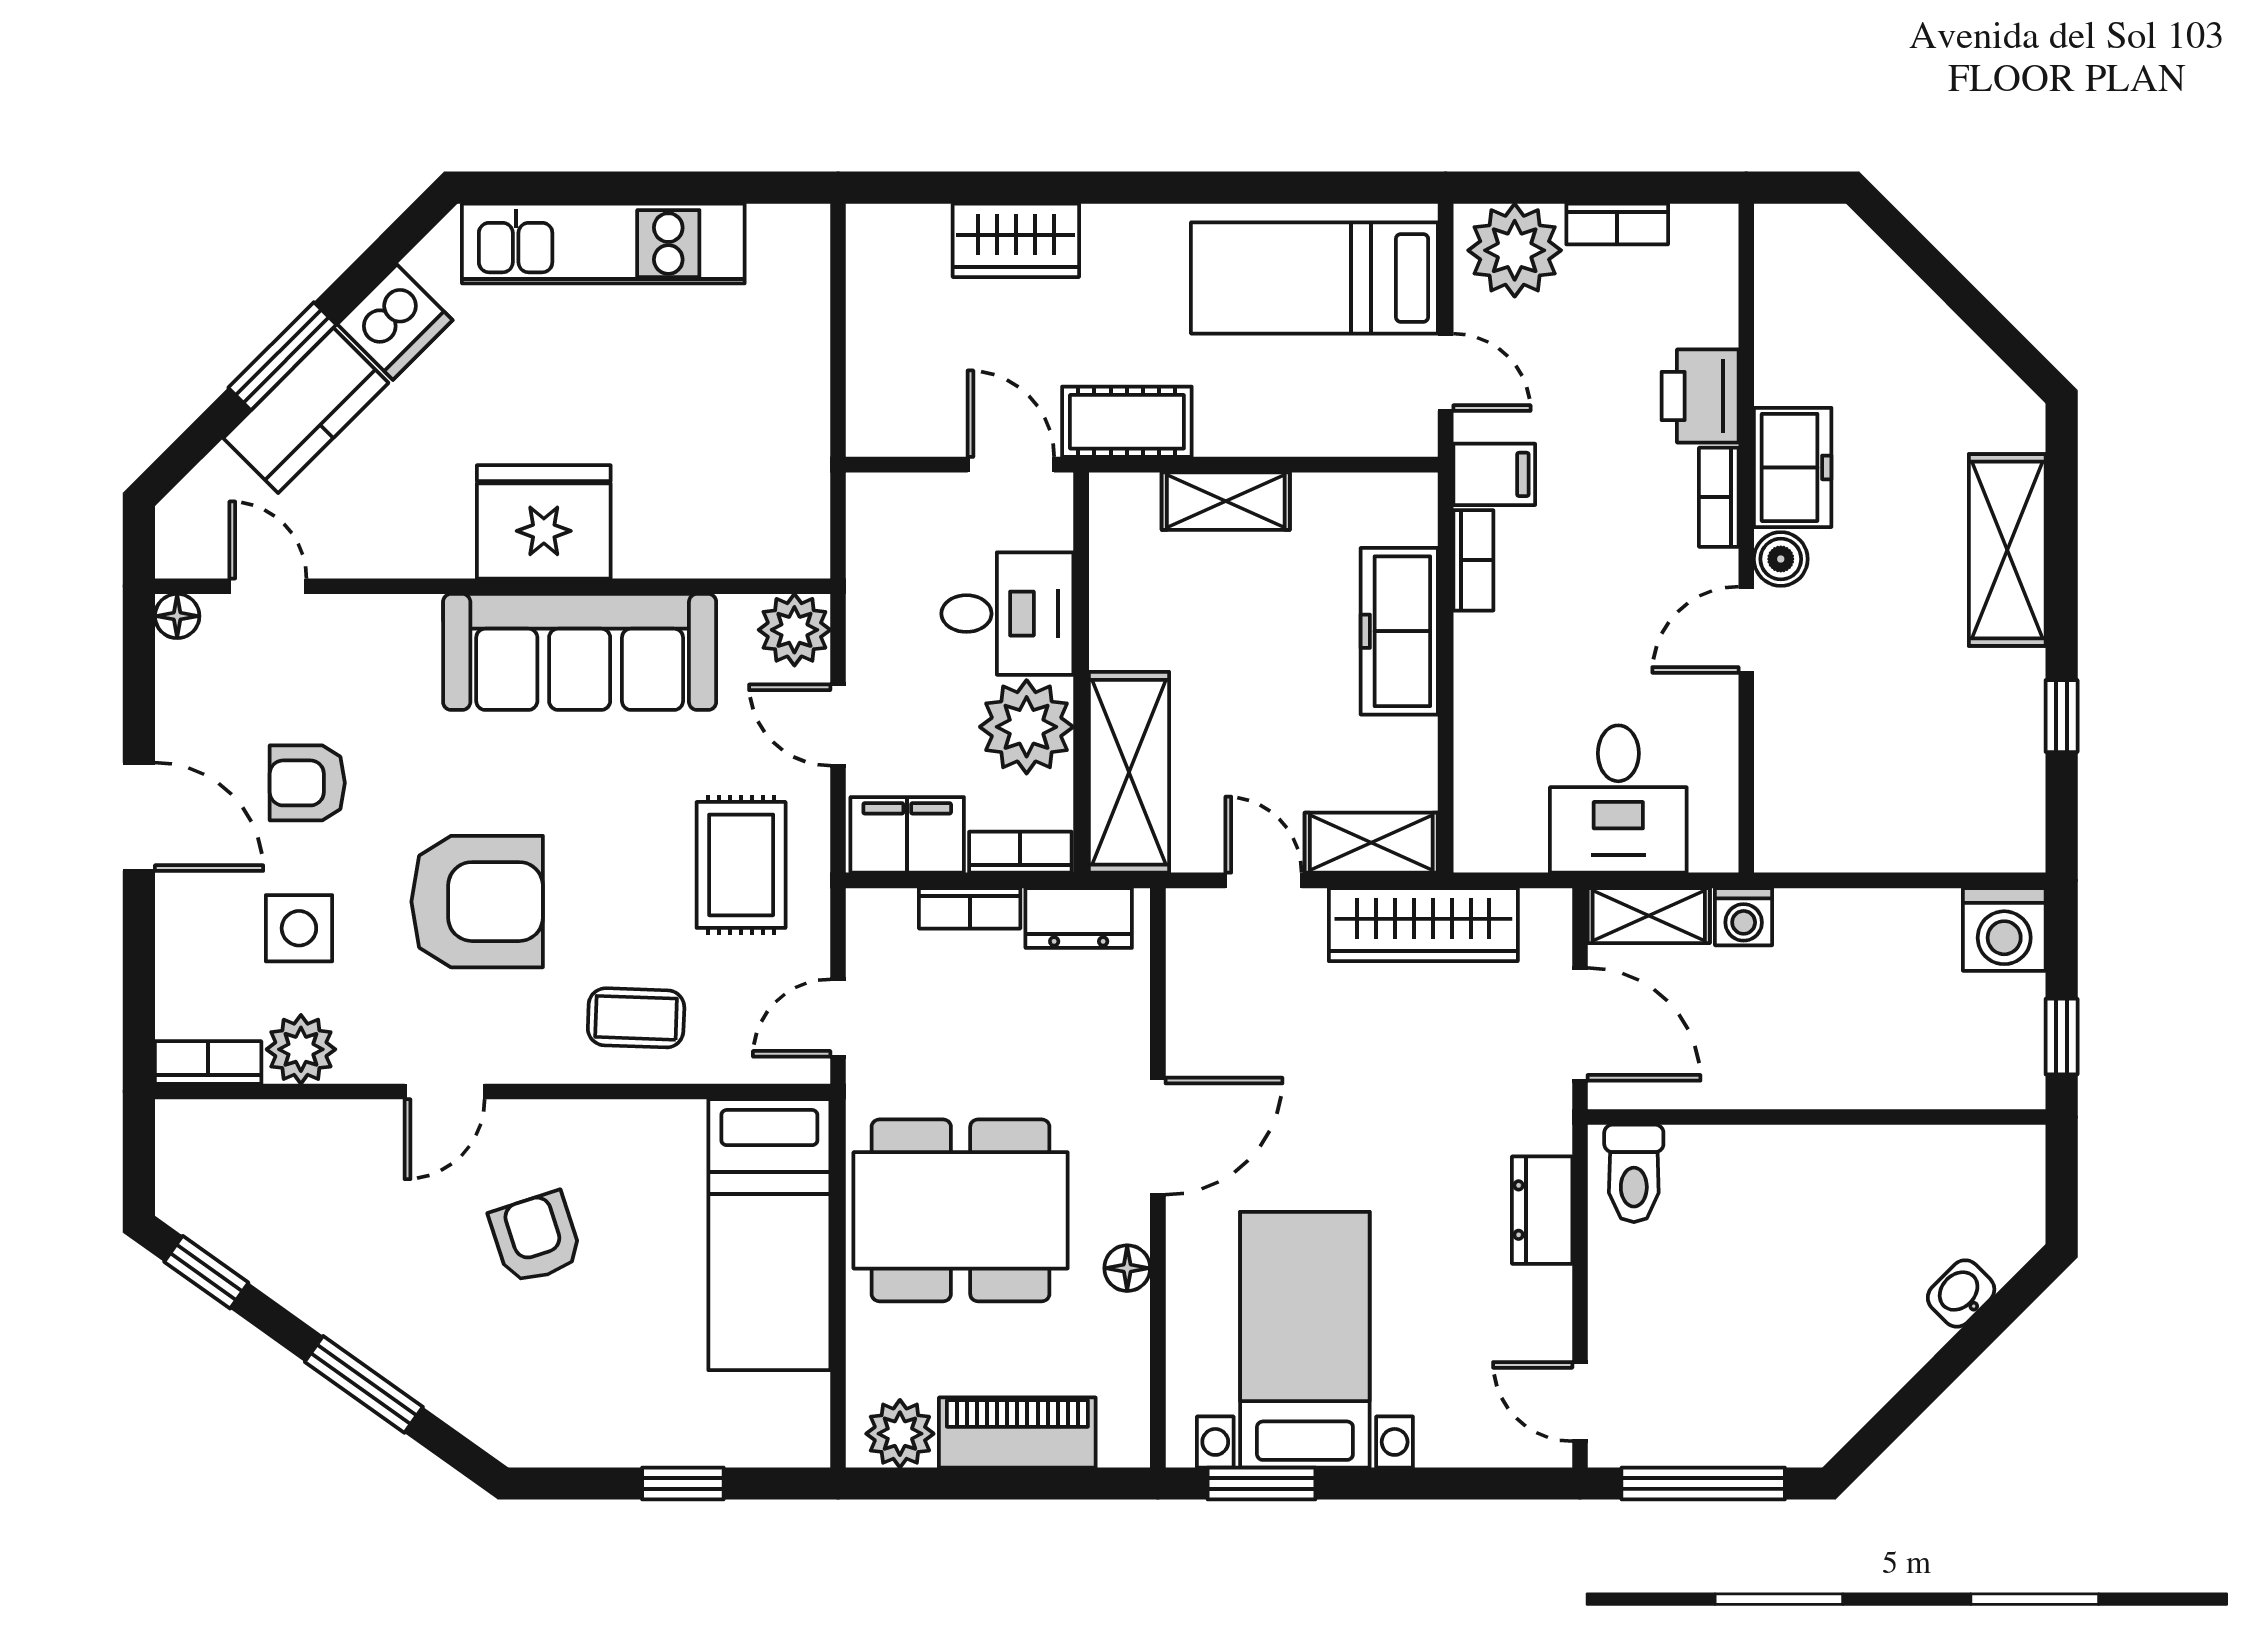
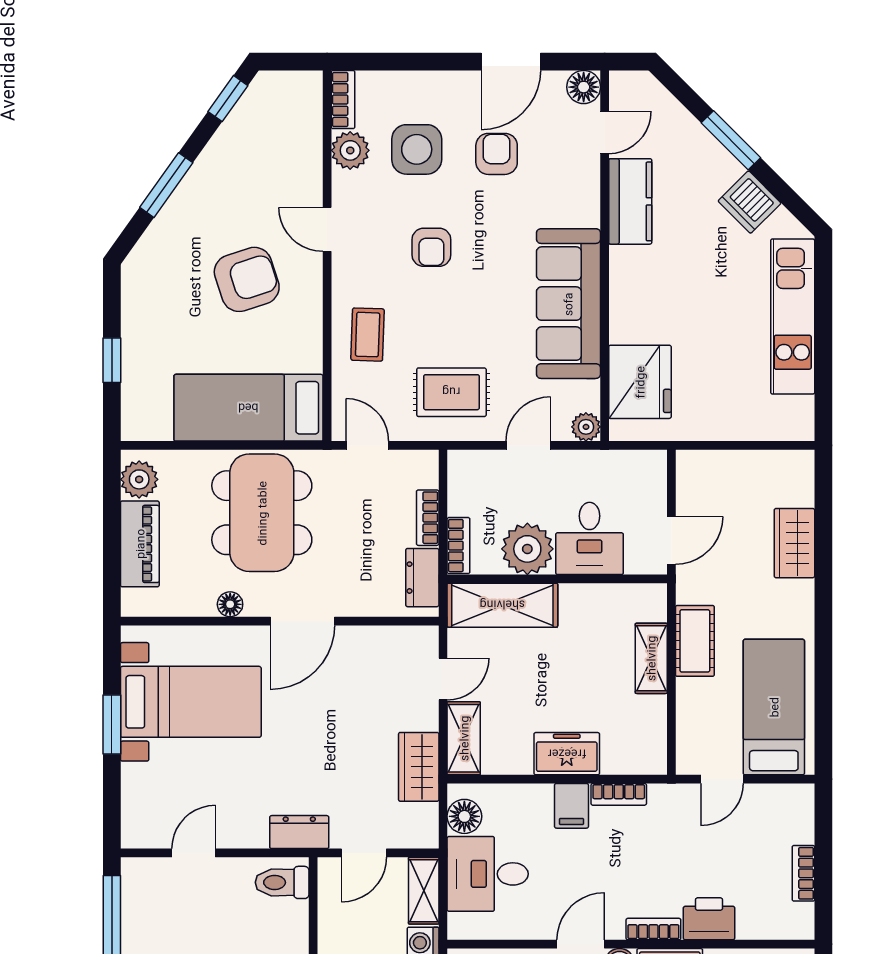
plant: (1515, 250) -> (789, 817), removed
kitchen counter: (306, 410) -> (630, 201), moved, turned -135
cot: (1127, 422) -> (695, 641), moved
filing cabinet: (1494, 474) -> (571, 806), moved
fridge: (544, 522) -> (640, 382), moved
floor lamp: (177, 616) -> (584, 87), width x1.37, depth x1.37
plant: (794, 630) -> (586, 427), width x0.73, depth x0.73
door: (1746, 630) -> (581, 944), hinge flipped
freezer: (1399, 631) -> (567, 754), width x0.71
door: (139, 817) -> (511, 62), moved
filing cabinet: (907, 835) -> (468, 483), removed
floor lamp: (1514, 841) -> (464, 816), added
armchair: (477, 902) -> (431, 247), width x0.53, depth x0.53
wardrobe: (1423, 925) -> (419, 767), width x0.67
side table: (299, 928) -> (417, 149), width x1.37, depth x1.37
door: (1580, 1024) -> (364, 853), width x0.73
door: (1158, 1136) -> (303, 621), hinge flipped
dresser: (1542, 1210) -> (299, 832), moved
armchair: (536, 1238) -> (247, 279), width x1.38, depth x1.38
door: (1580, 1402) -> (194, 853), moved
window: (1261, 1484) -> (112, 724), moved

